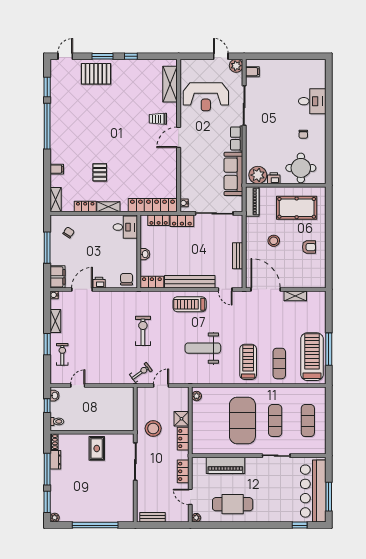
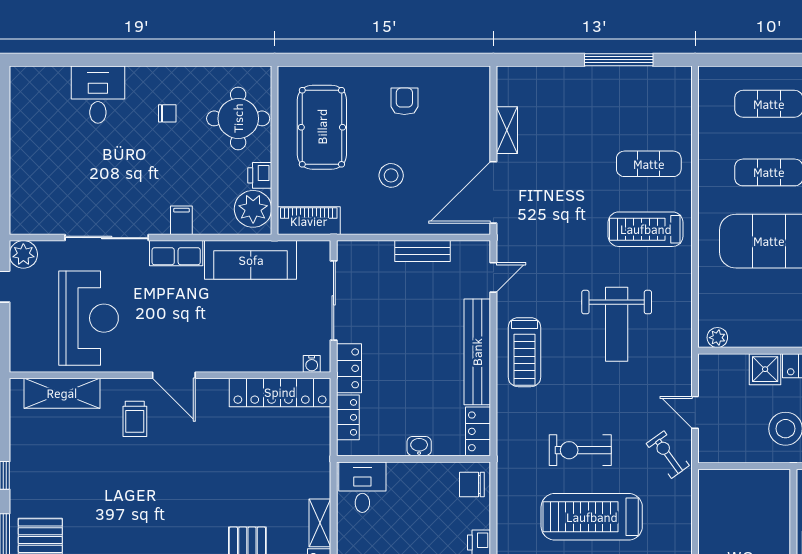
filing cabinet: (252, 72) -> (181, 220), moved
locker: (152, 205) -> (280, 392), moved, turned -90
treadmill: (312, 357) -> (592, 517), moved

